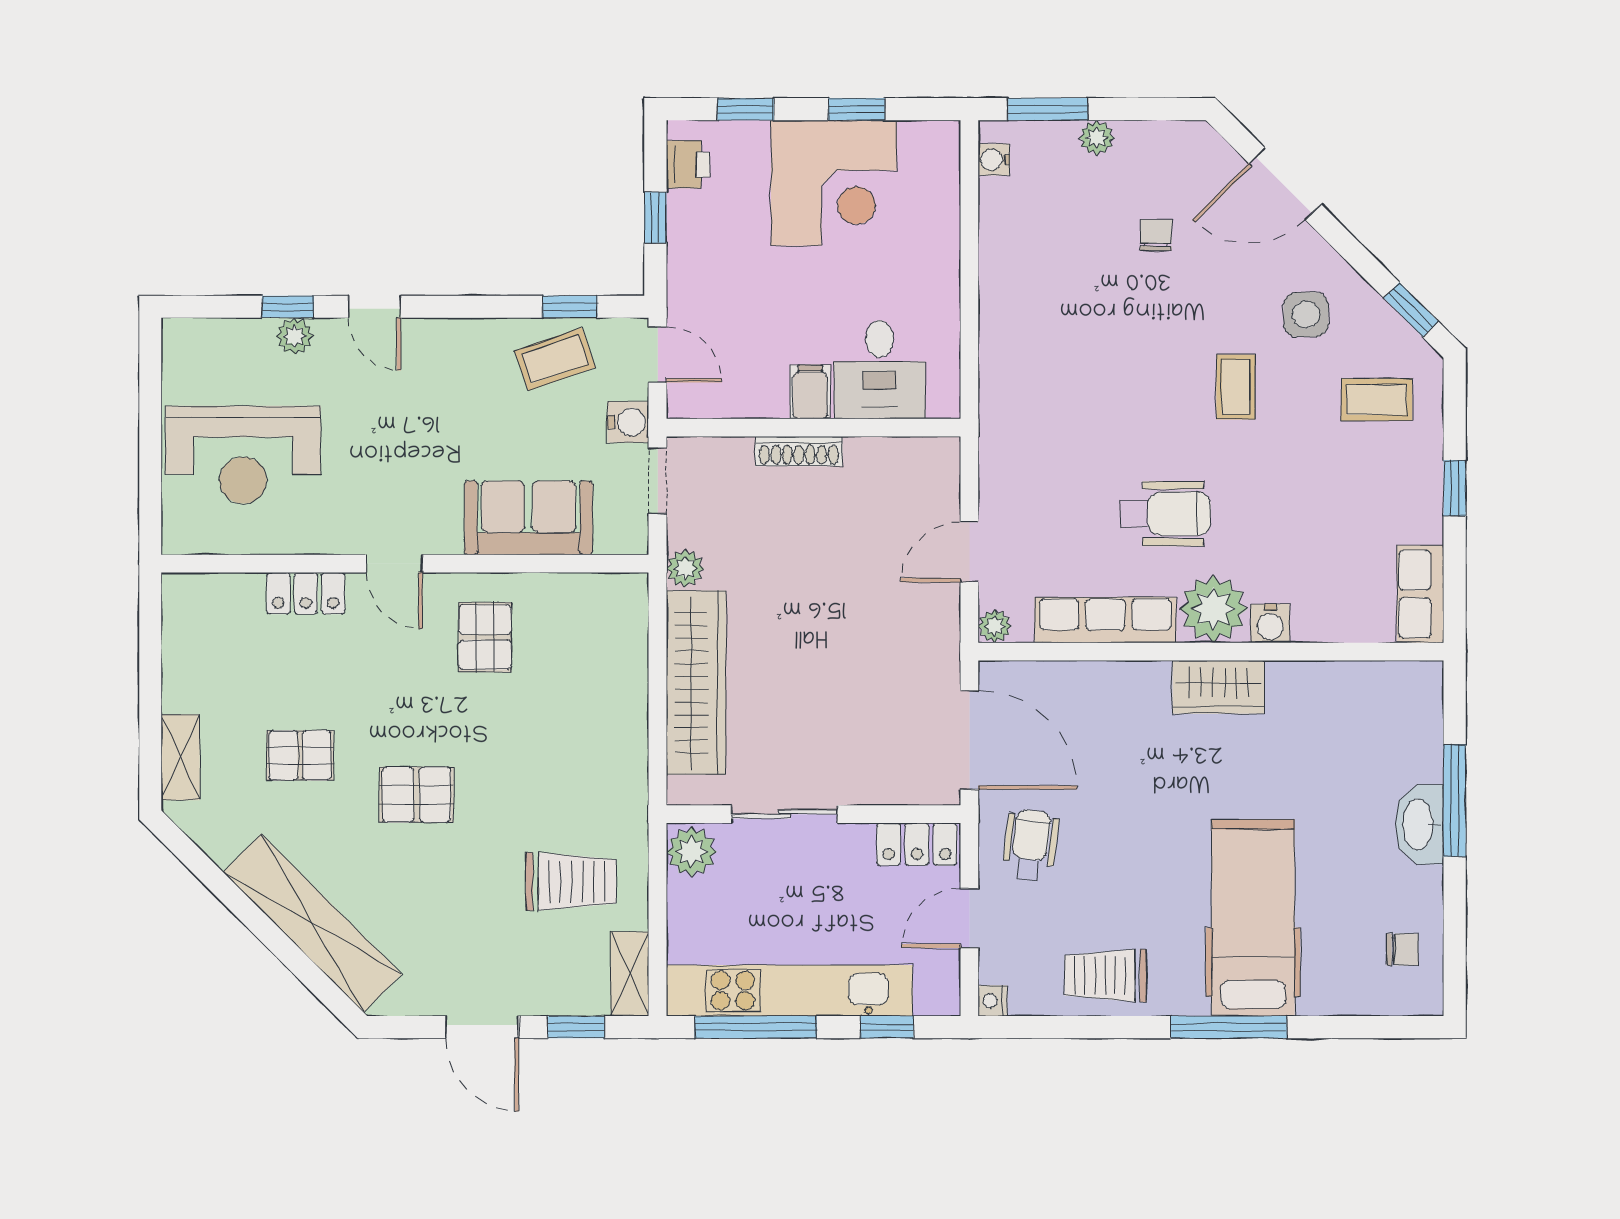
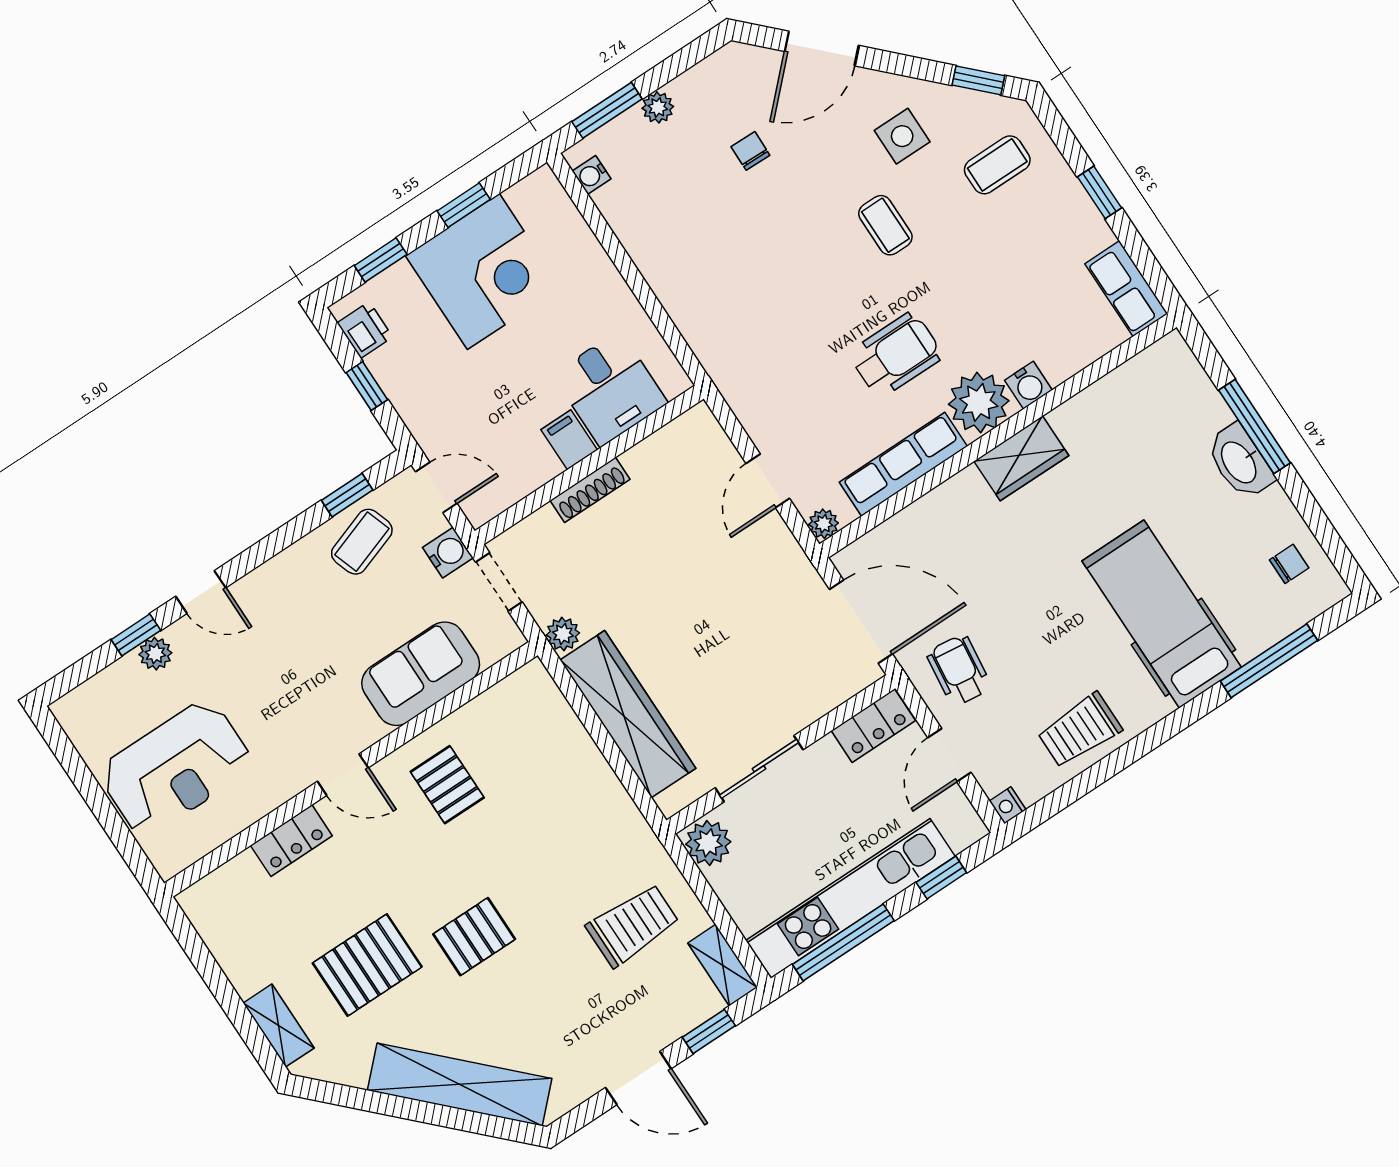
pallet: (300, 755) -> (367, 965), width x1.50, depth x1.42
window: (1229, 1027) -> (1269, 661), moved

